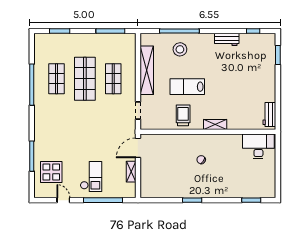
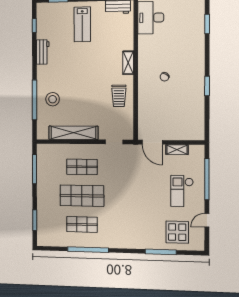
lab bench: (187, 87) -> (82, 24), moved
trolley: (183, 115) -> (119, 96), turned -90
checkout: (91, 176) -> (182, 191), turned -90

